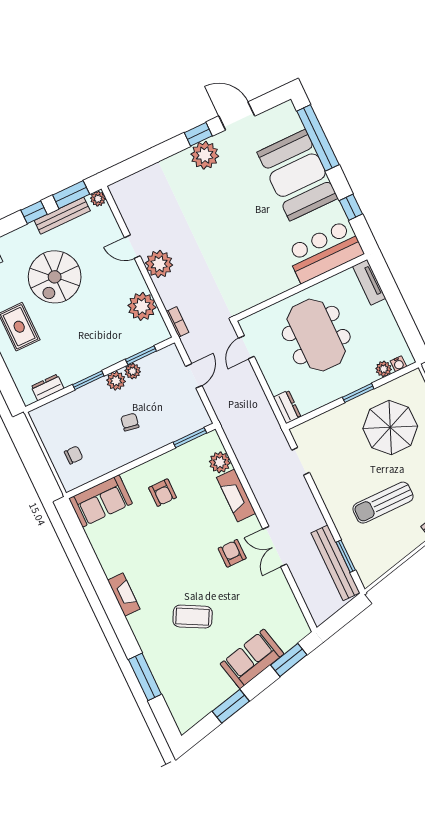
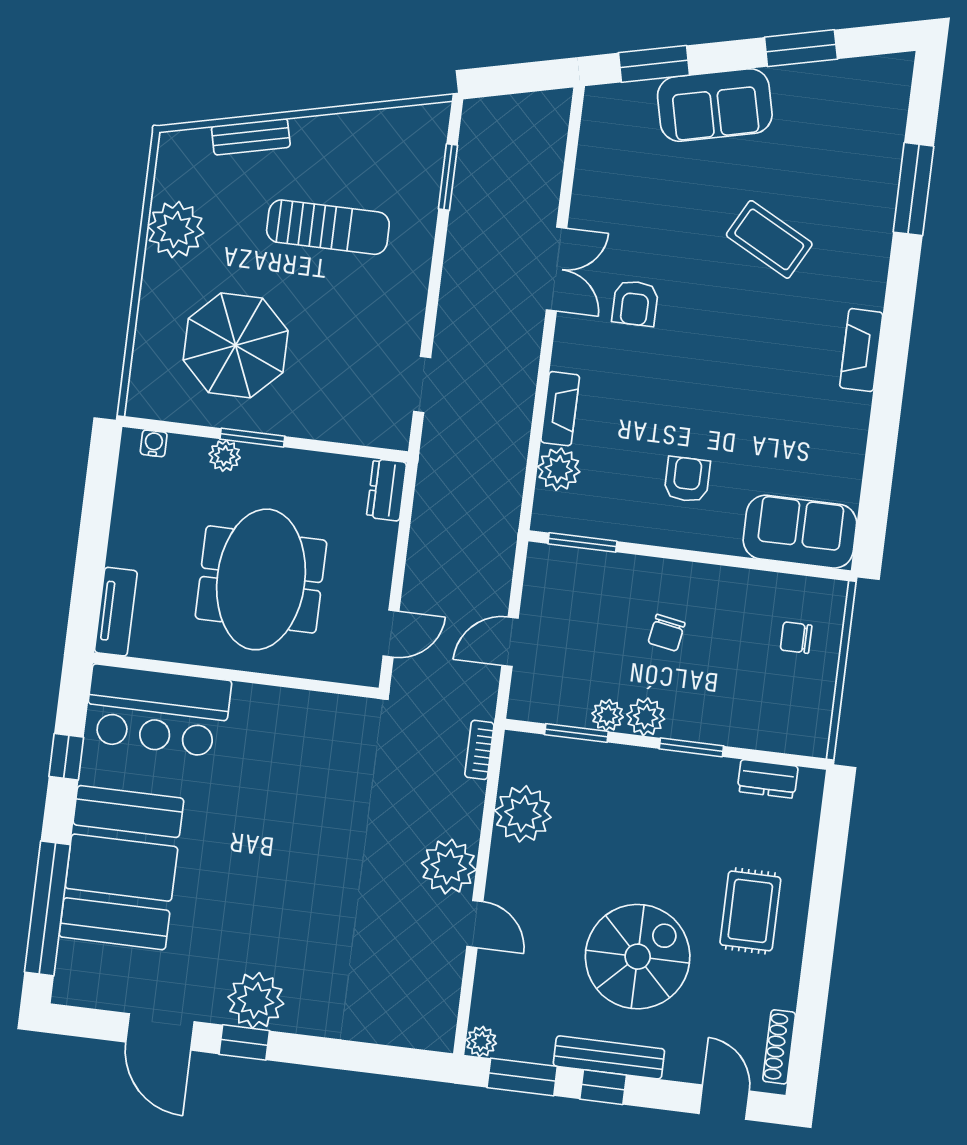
bench: (62, 216) -> (609, 1057), moved
plant: (384, 369) -> (225, 456), moved
fireplace: (236, 495) -> (560, 409), width x0.73, depth x0.76
bench: (335, 563) -> (472, 177), removed

